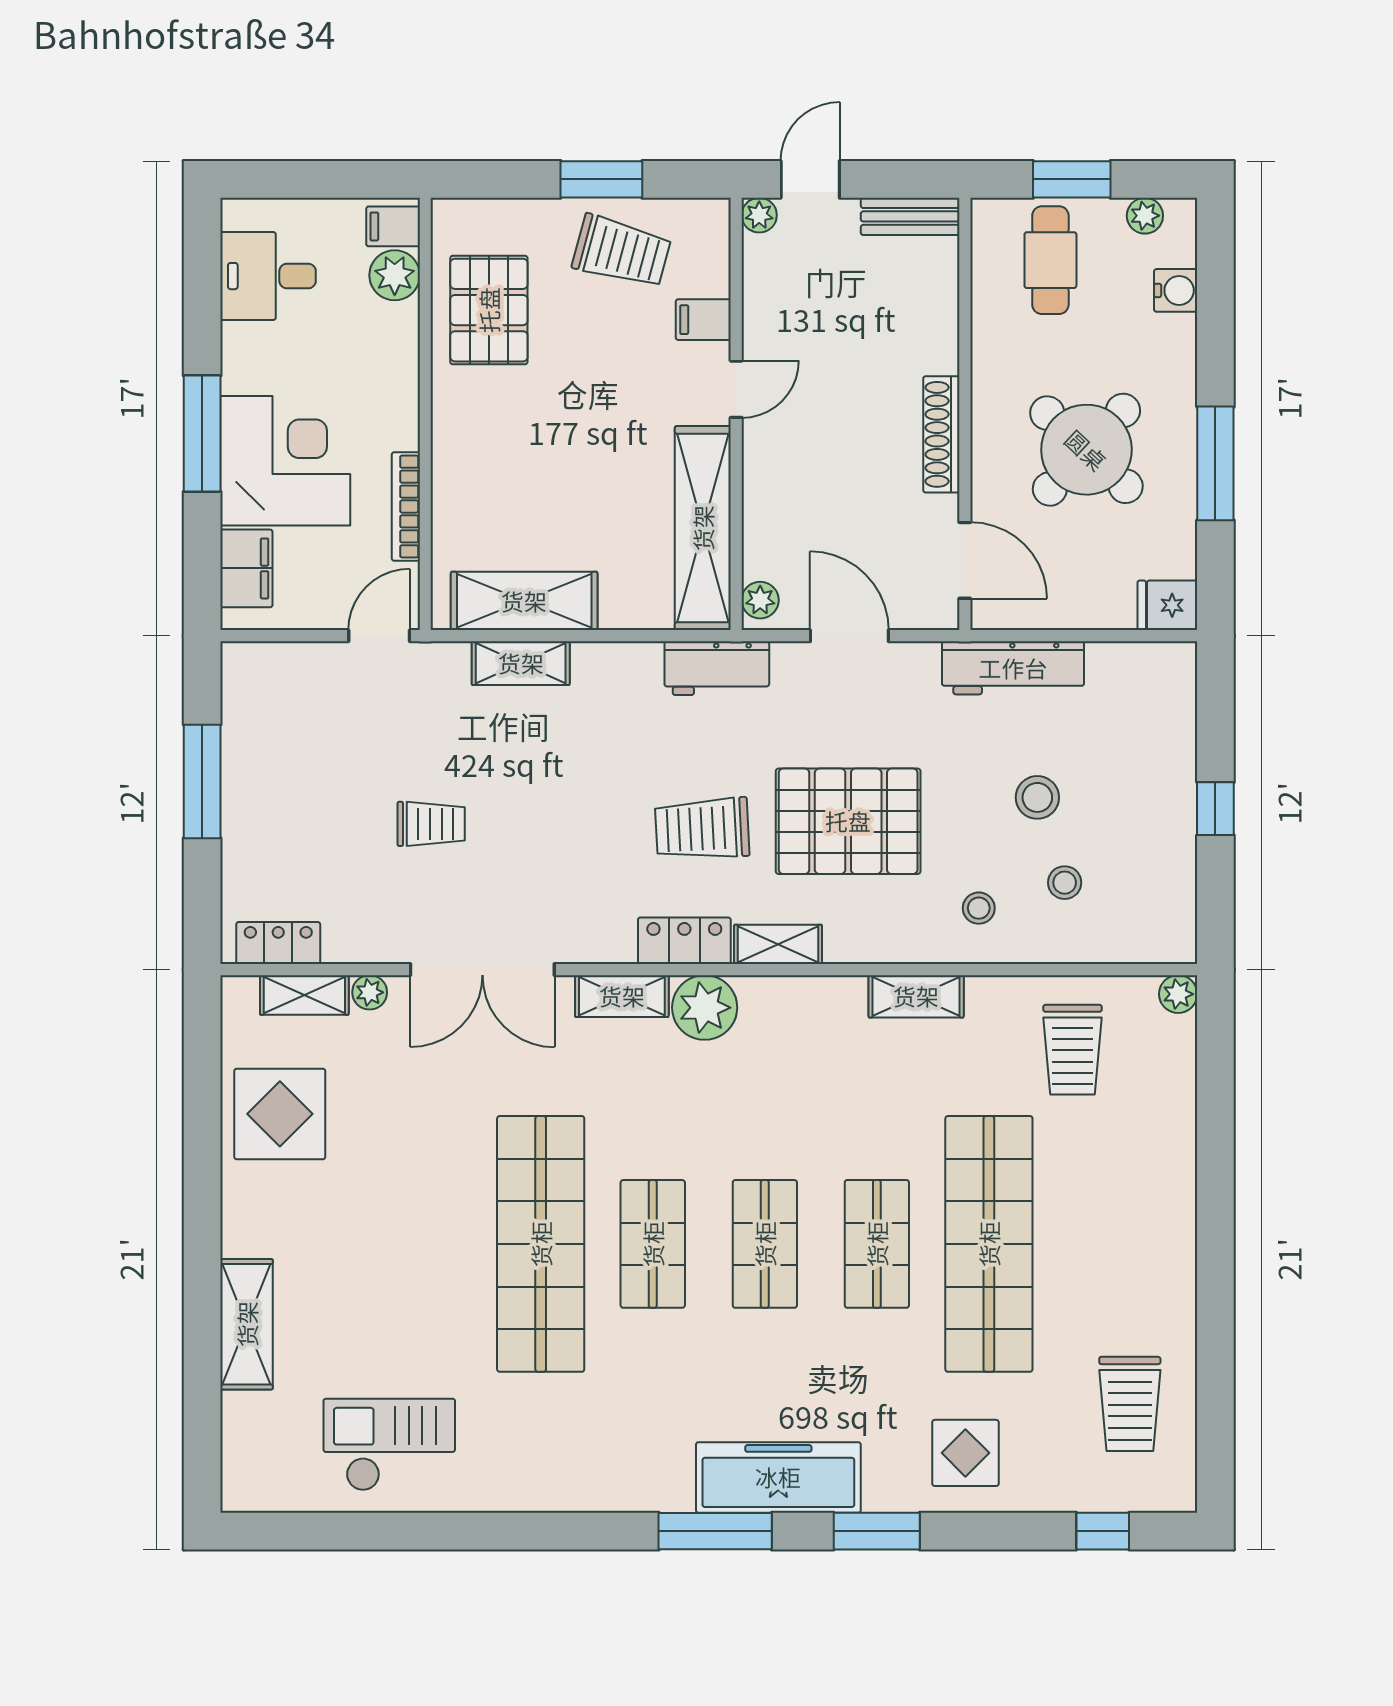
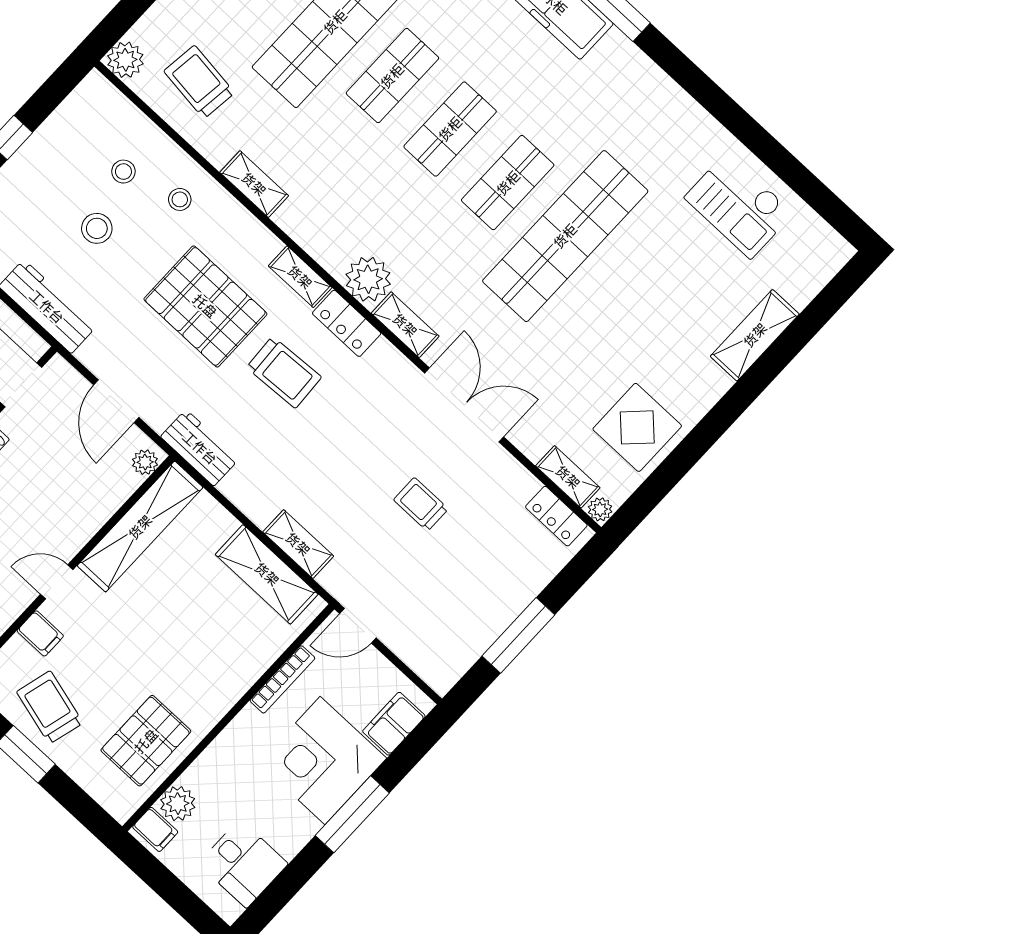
plant: (370, 992) -> (600, 509), moved
plant: (1178, 994) -> (125, 60), width x1.38, depth x1.38
trolley: (1073, 1050) -> (199, 82), turned -83

